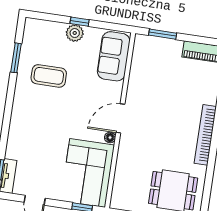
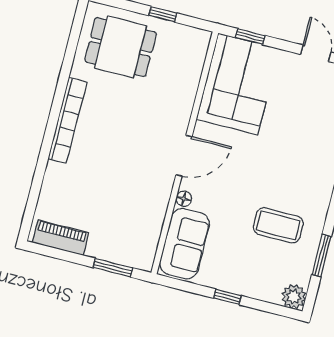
plant: (75, 33) -> (294, 297), moved
floor lamp: (110, 138) -> (184, 199), moved

